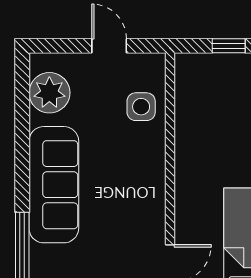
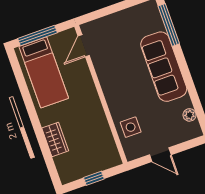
plant: (49, 93) -> (190, 115), width x0.53, depth x0.53

